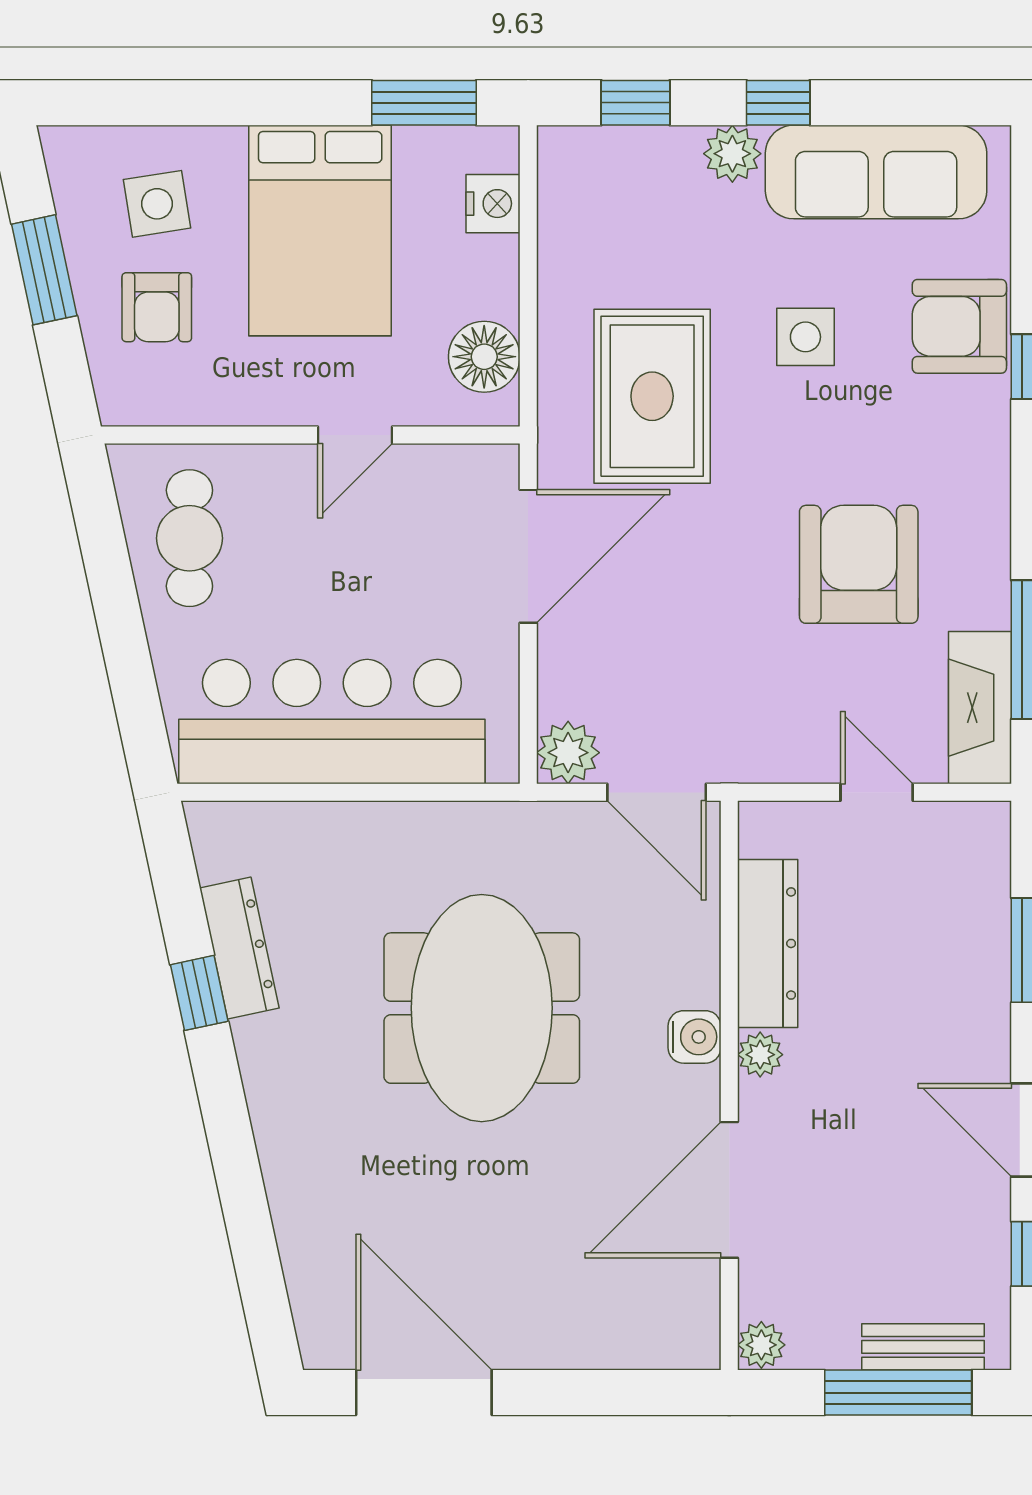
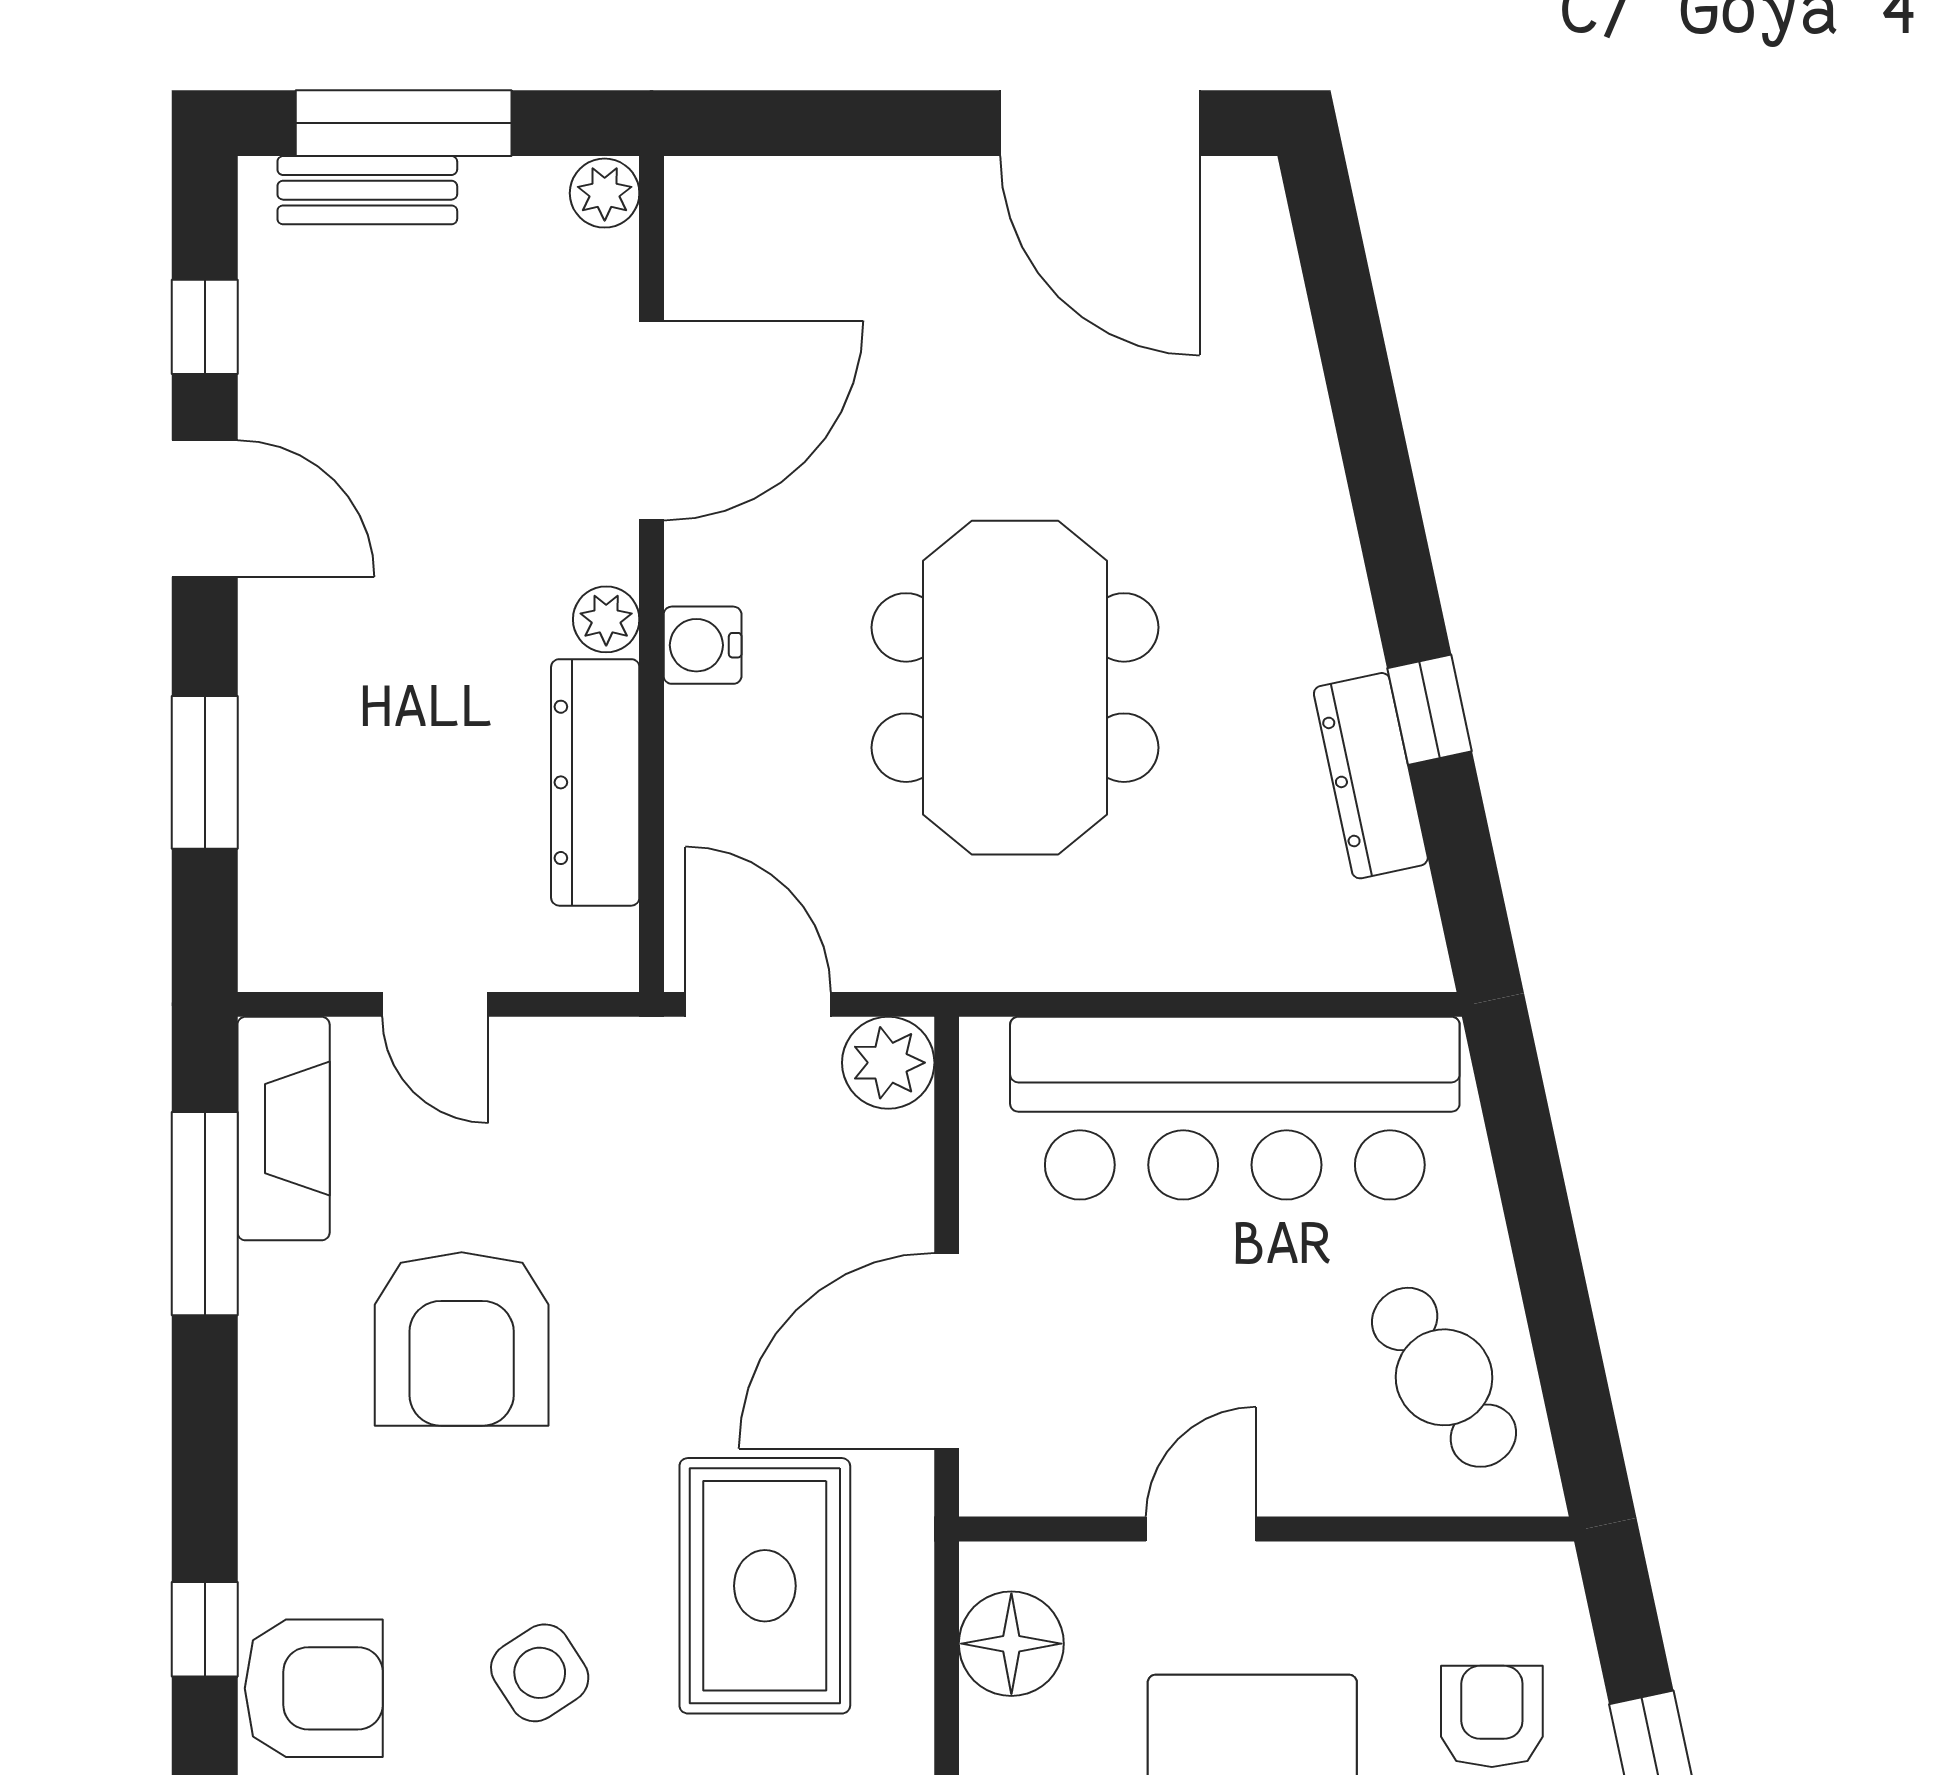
side table: (805, 337) -> (540, 1673), turned -33
cafe table: (189, 538) -> (1444, 1377), turned -34

